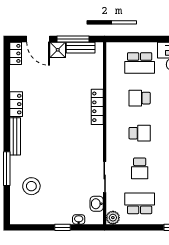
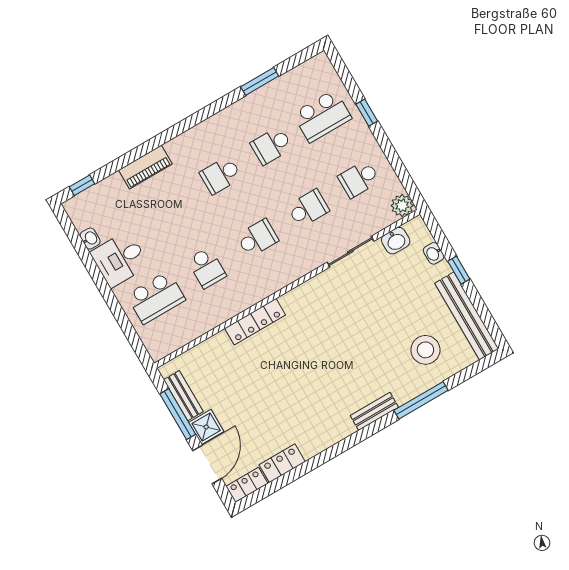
school desk: (140, 63) -> (156, 297), turned 90
locker: (16, 104) -> (282, 463), moved
school desk: (140, 133) -> (257, 238), turned 90
bench: (15, 136) -> (374, 411), width x0.73
school desk: (140, 203) -> (359, 179), width x0.54
bench: (36, 218) -> (467, 316), added

